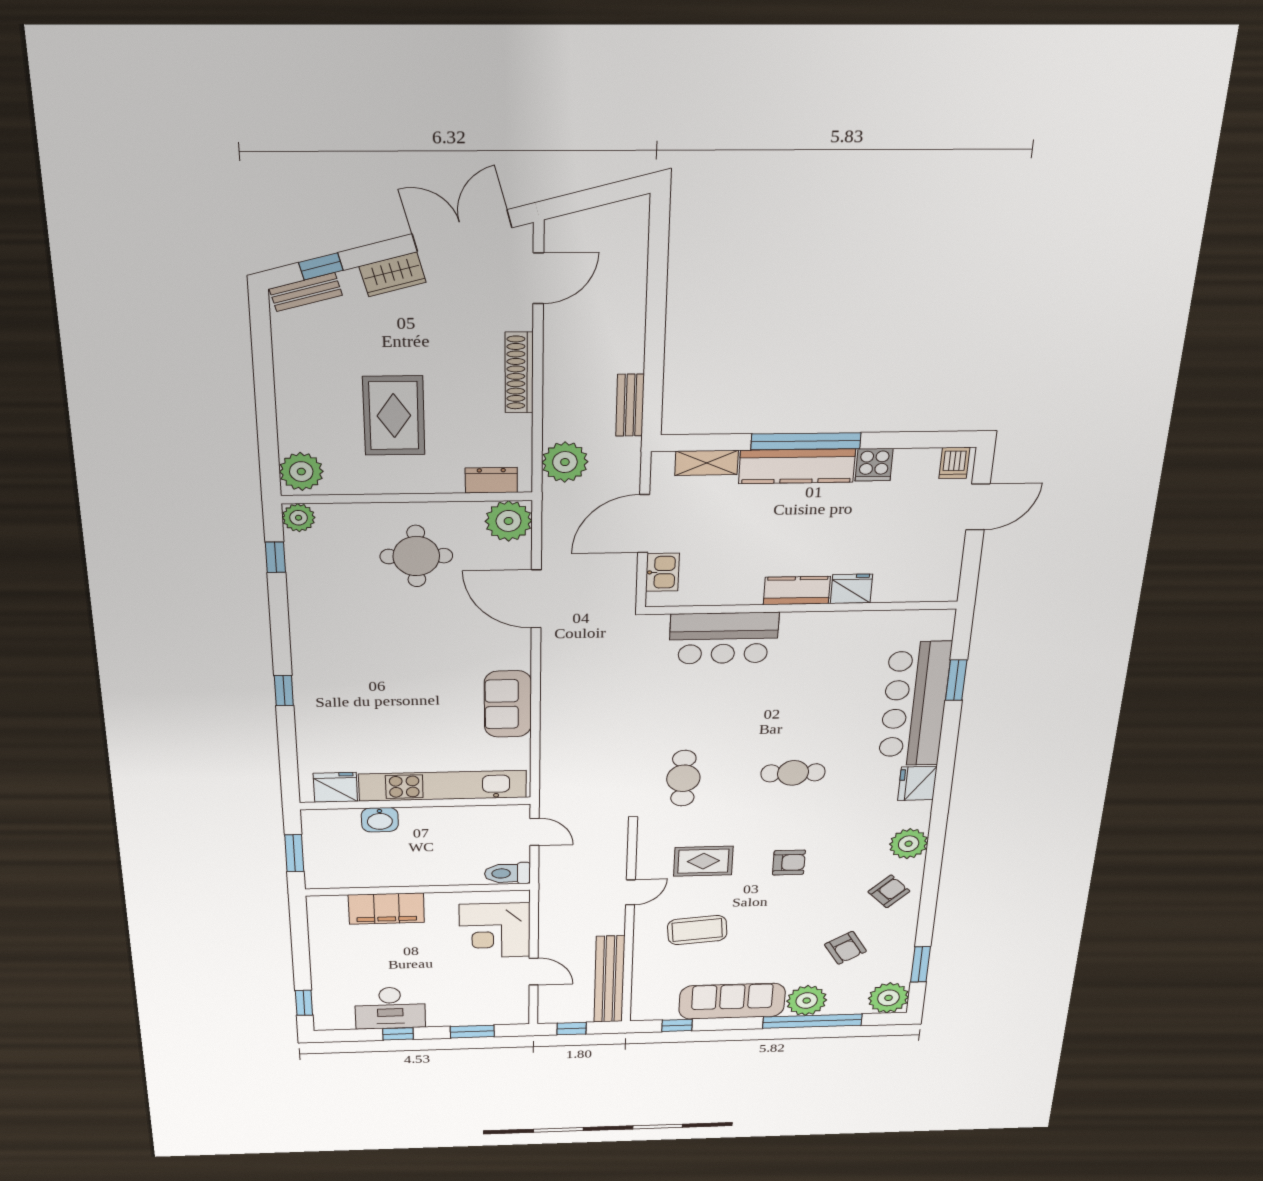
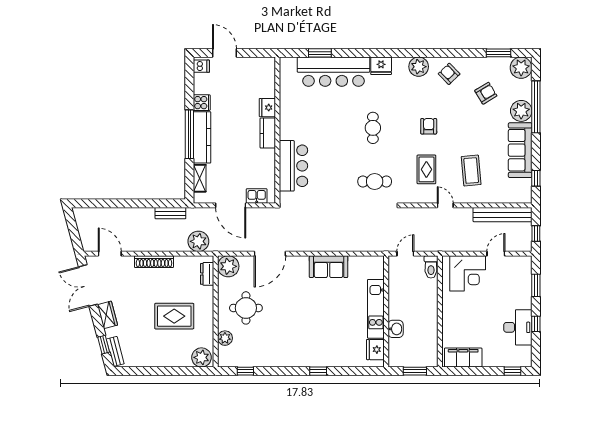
plant: (299, 518) -> (225, 338), moved
kitchen unit: (443, 786) -> (376, 309), width x0.73
filing cabinet: (386, 909) -> (463, 357), moved, turned -90

